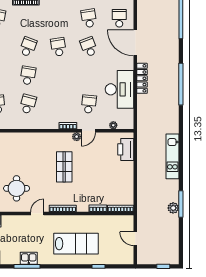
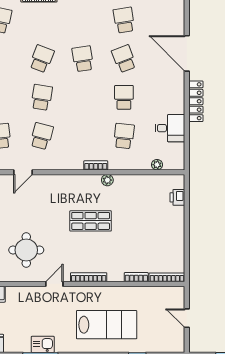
school desk: (119, 18) -> (124, 97), moved
desk: (120, 89) -> (170, 128), width x0.53, depth x0.77
door: (88, 131) -> (23, 172), moved
printer: (126, 149) -> (177, 197), width x0.53, depth x0.68
shop shelf: (64, 167) -> (91, 221), turned 90

